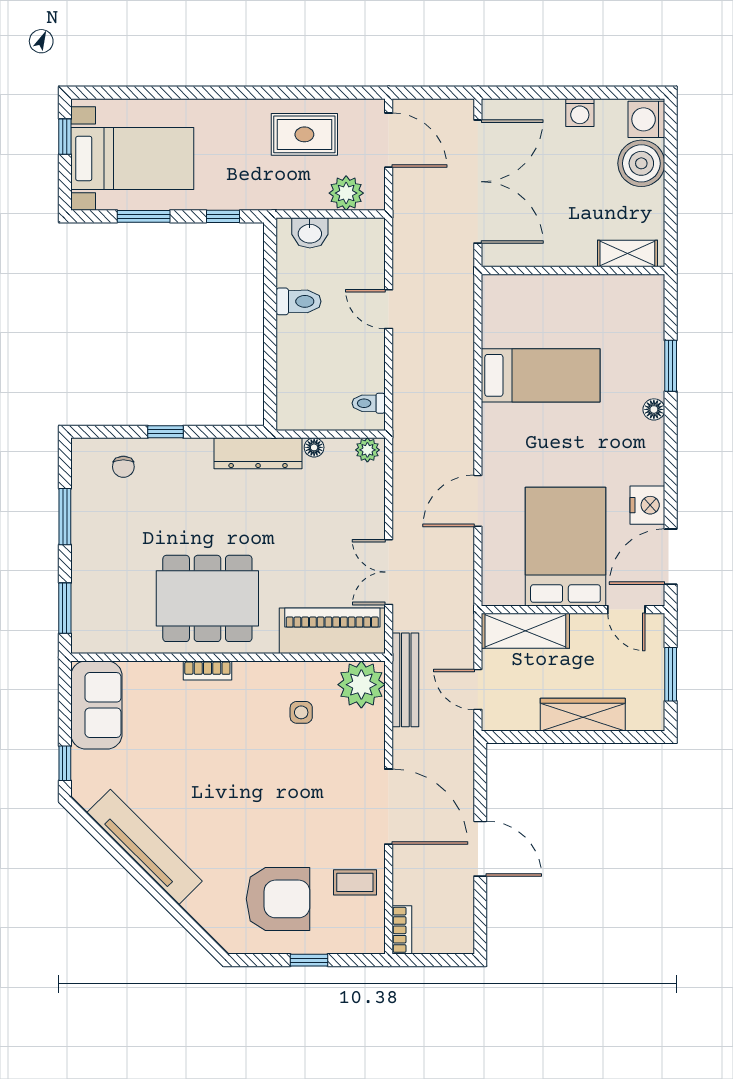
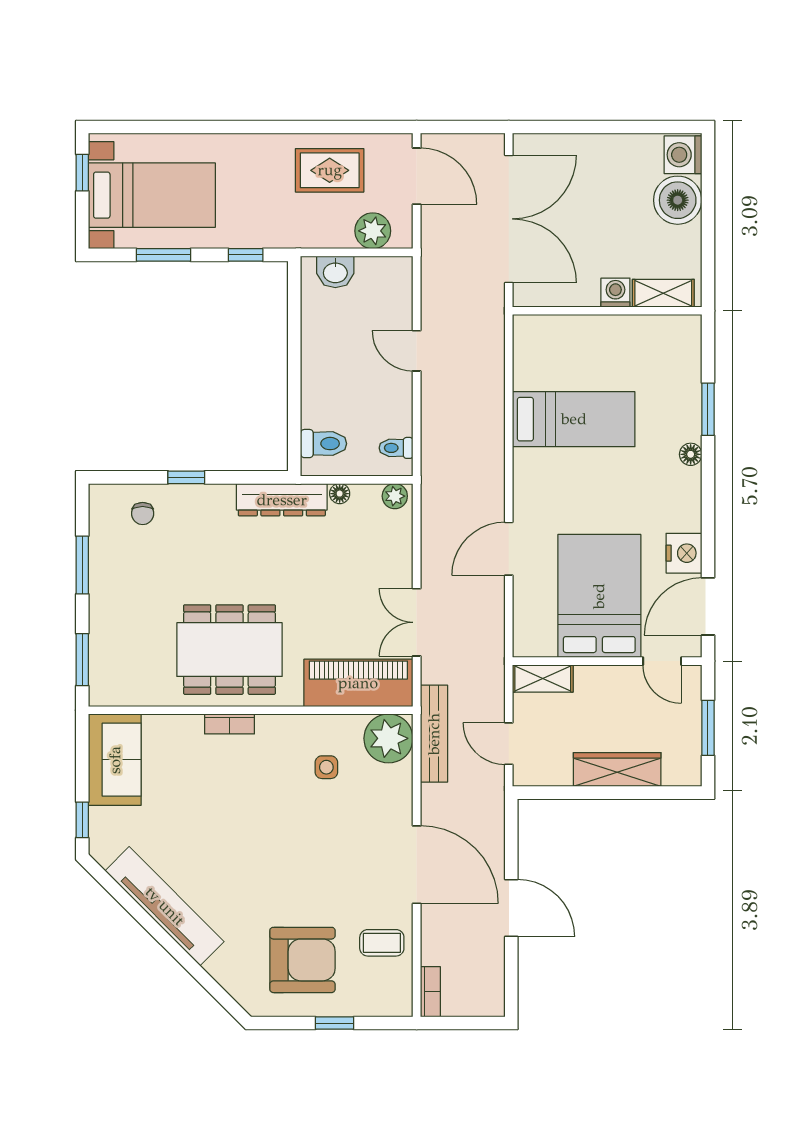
washing machine: (580, 113) -> (615, 293), moved, turned 180
toilet: (299, 301) -> (324, 444), moved
shelving: (525, 631) -> (543, 678), width x0.67, depth x0.75

